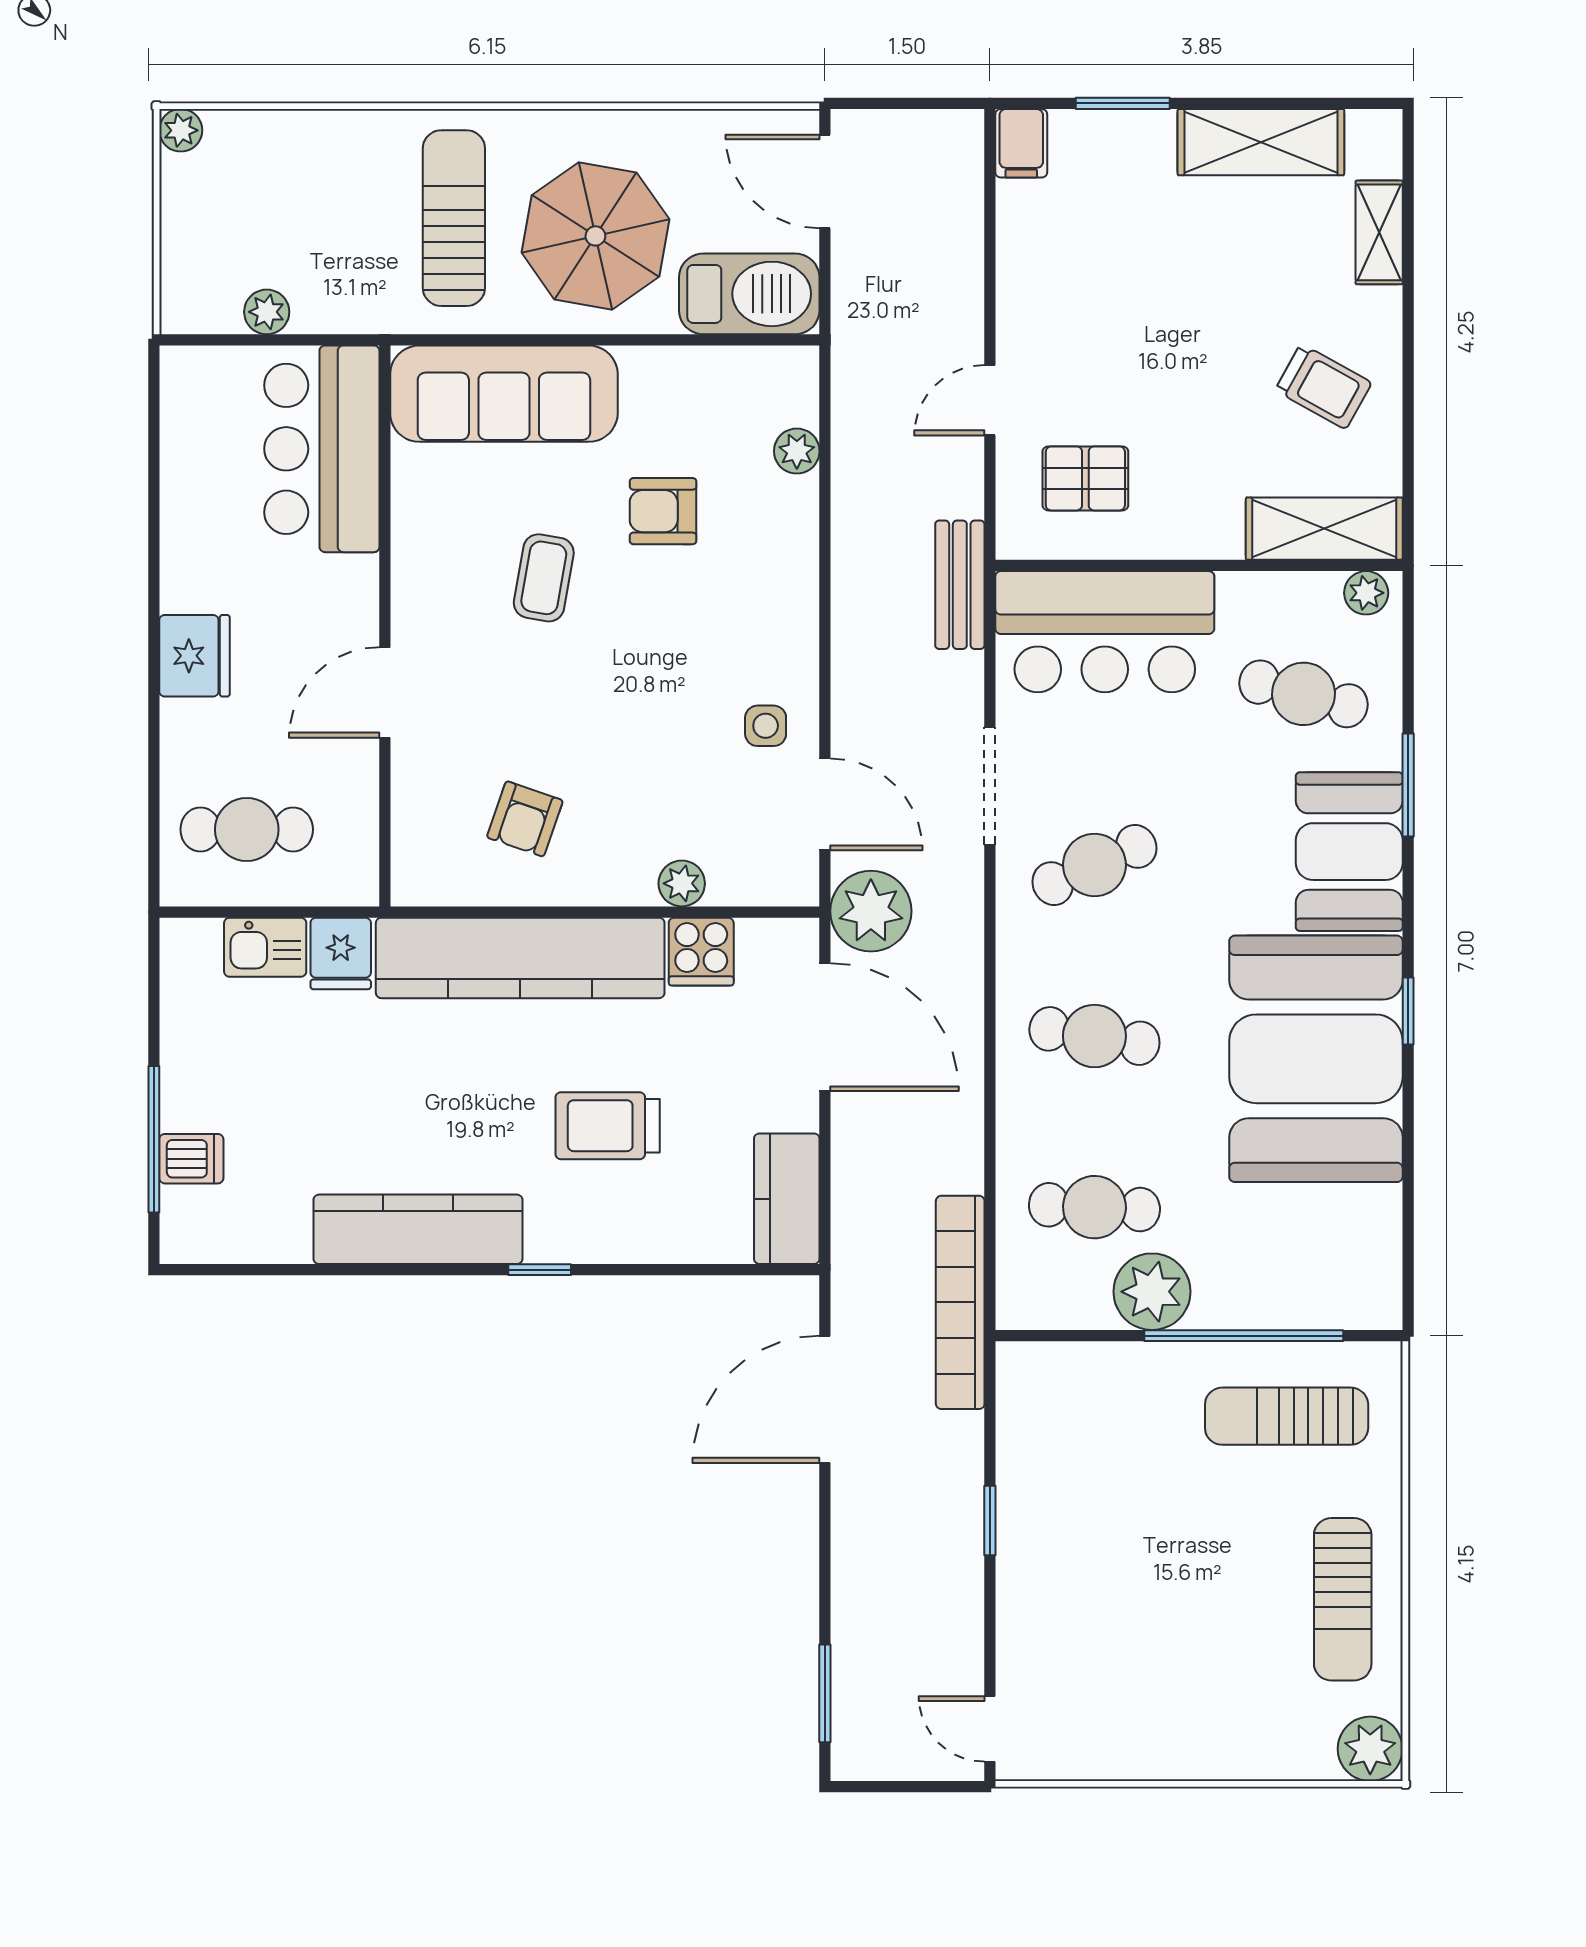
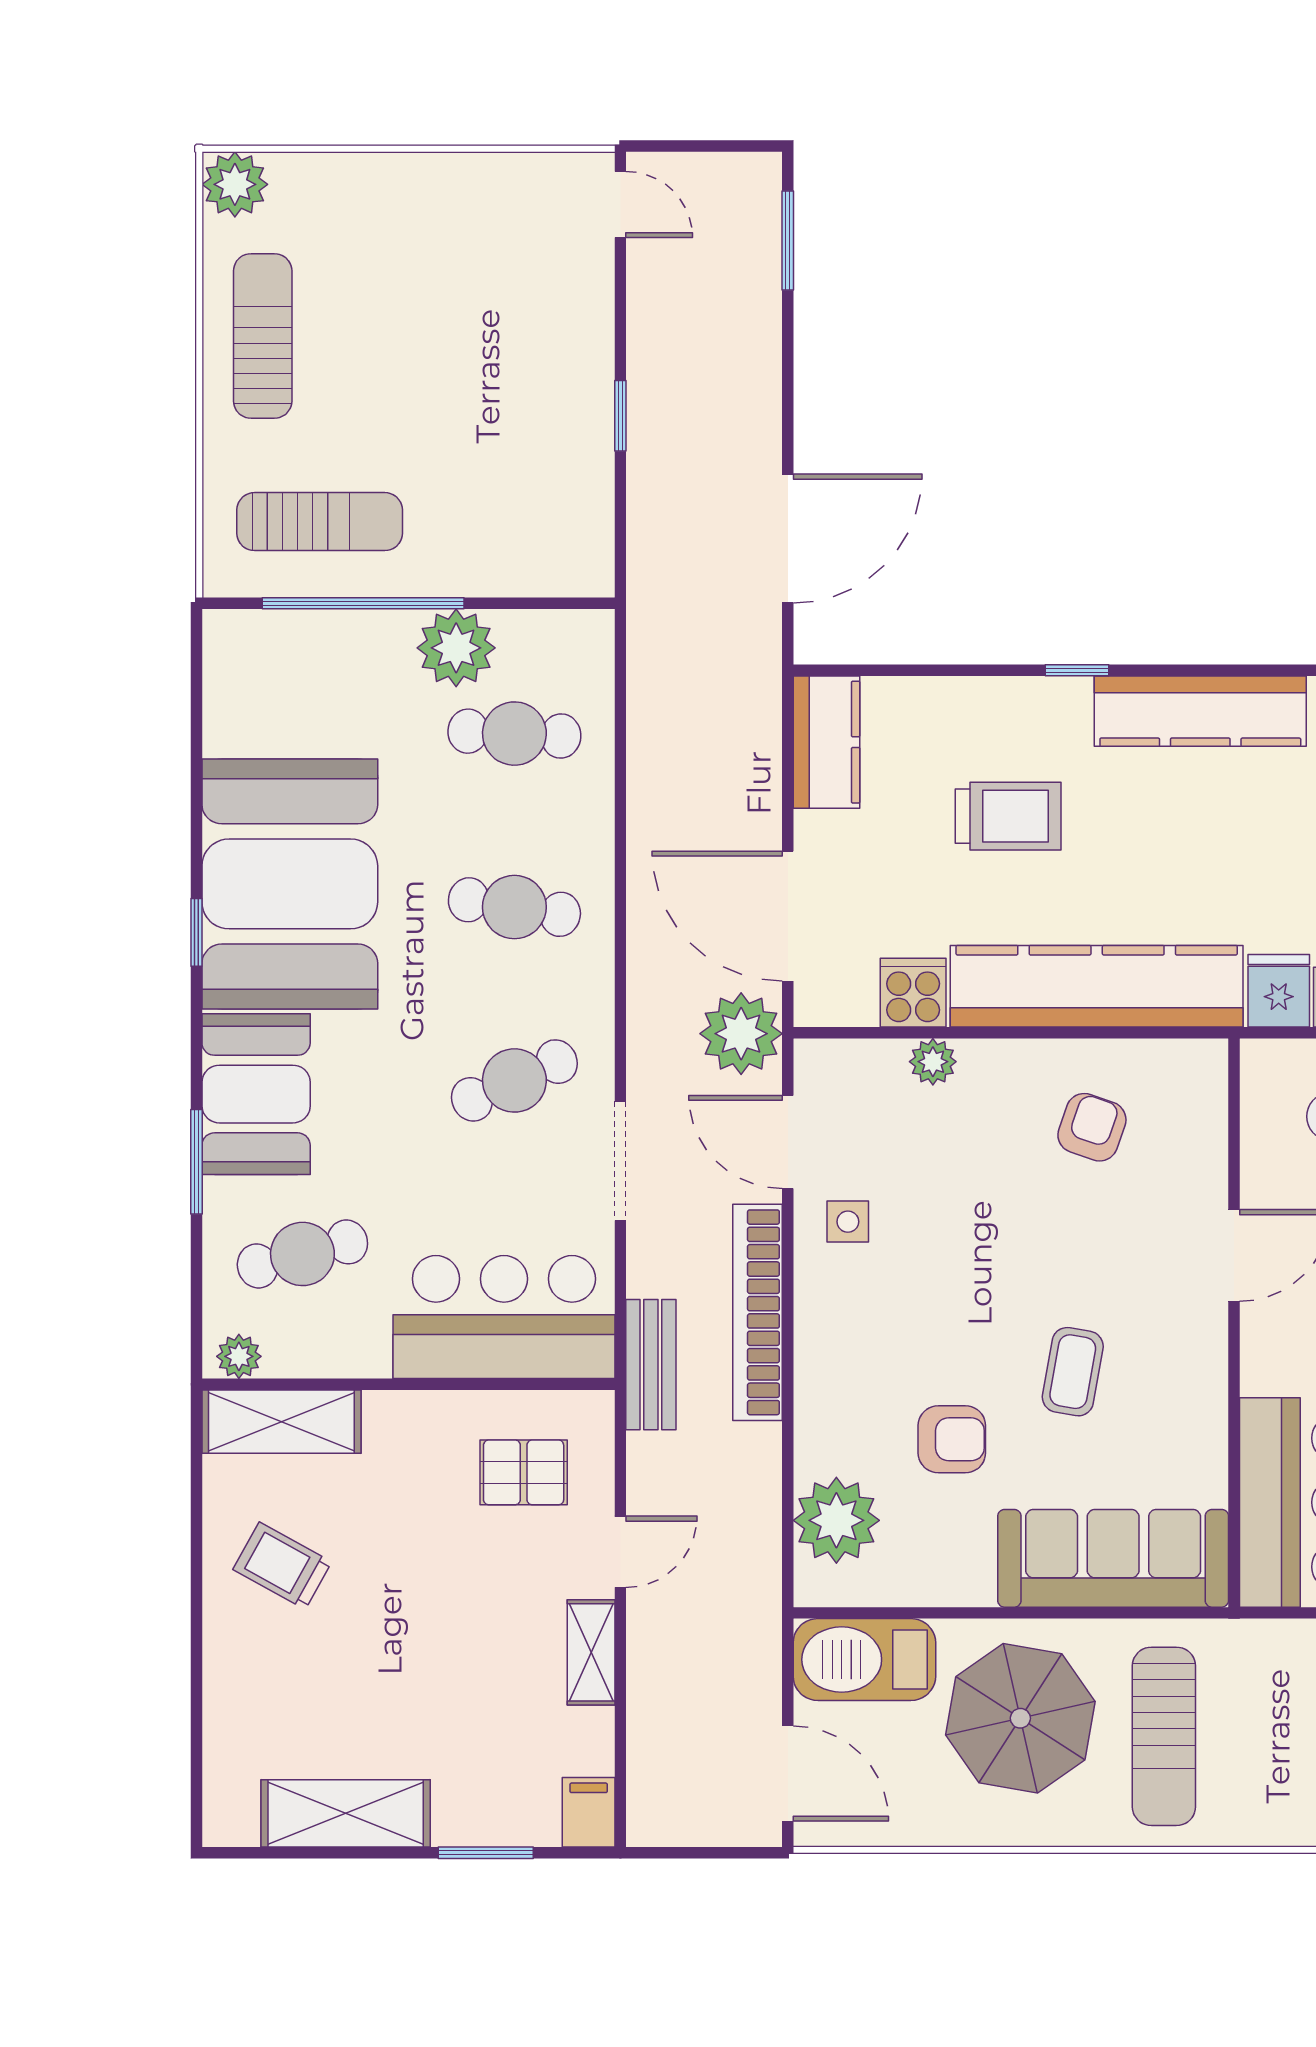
shelving: (1379, 232) -> (591, 1652), moved
plant: (797, 451) -> (836, 1520), width x1.88, depth x1.88
cafe table: (1303, 694) -> (302, 1254), turned -30
bookcase: (960, 1302) -> (758, 1312), moved, turned 180

